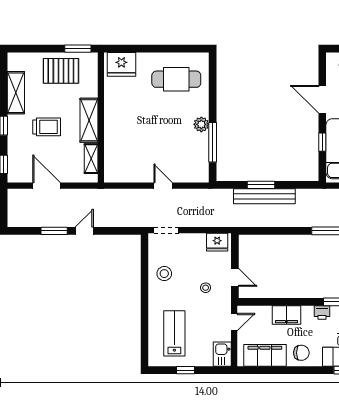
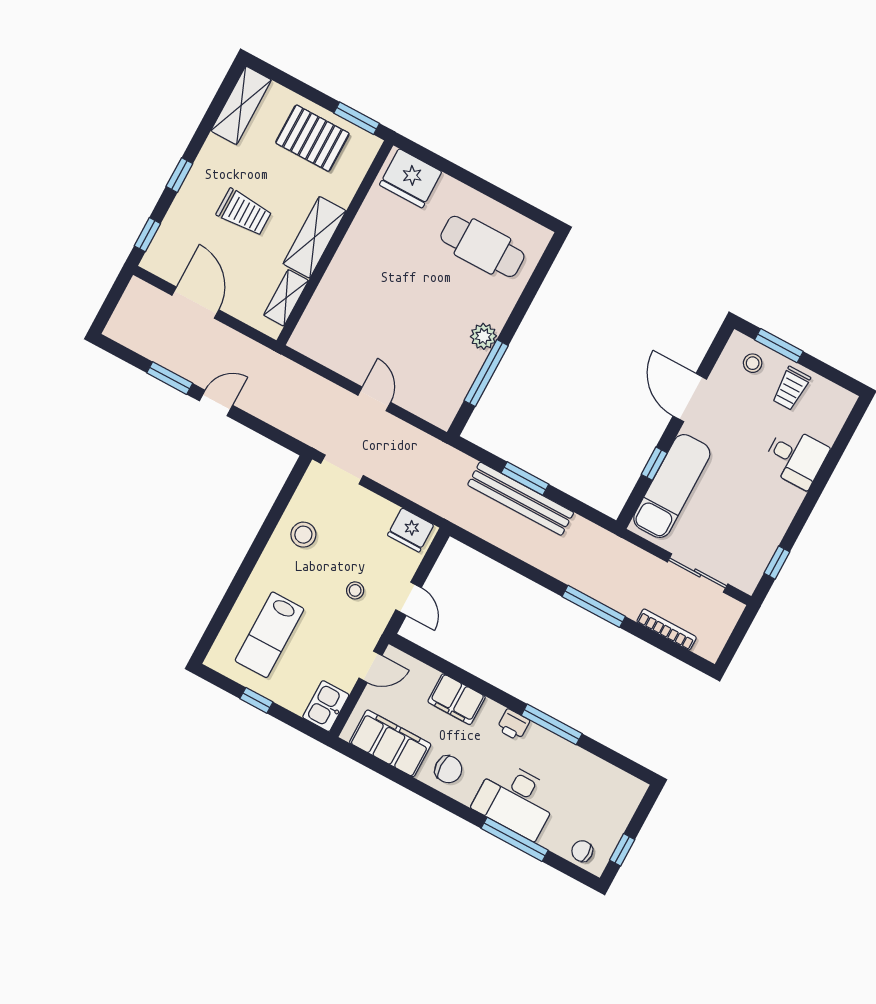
shelving: (16, 93) -> (241, 105), moved
lab bench: (174, 333) -> (269, 635), turned 180

